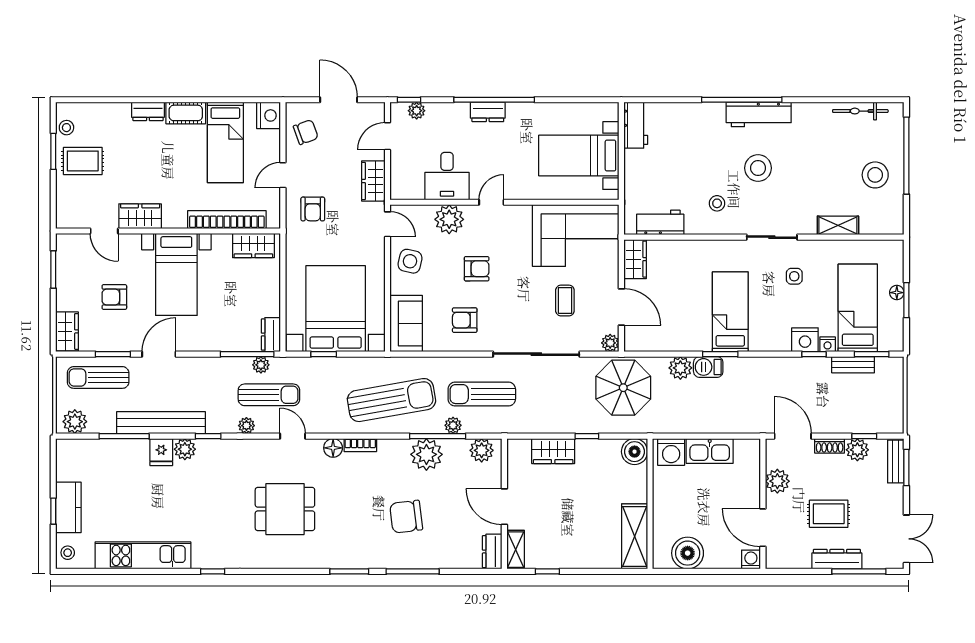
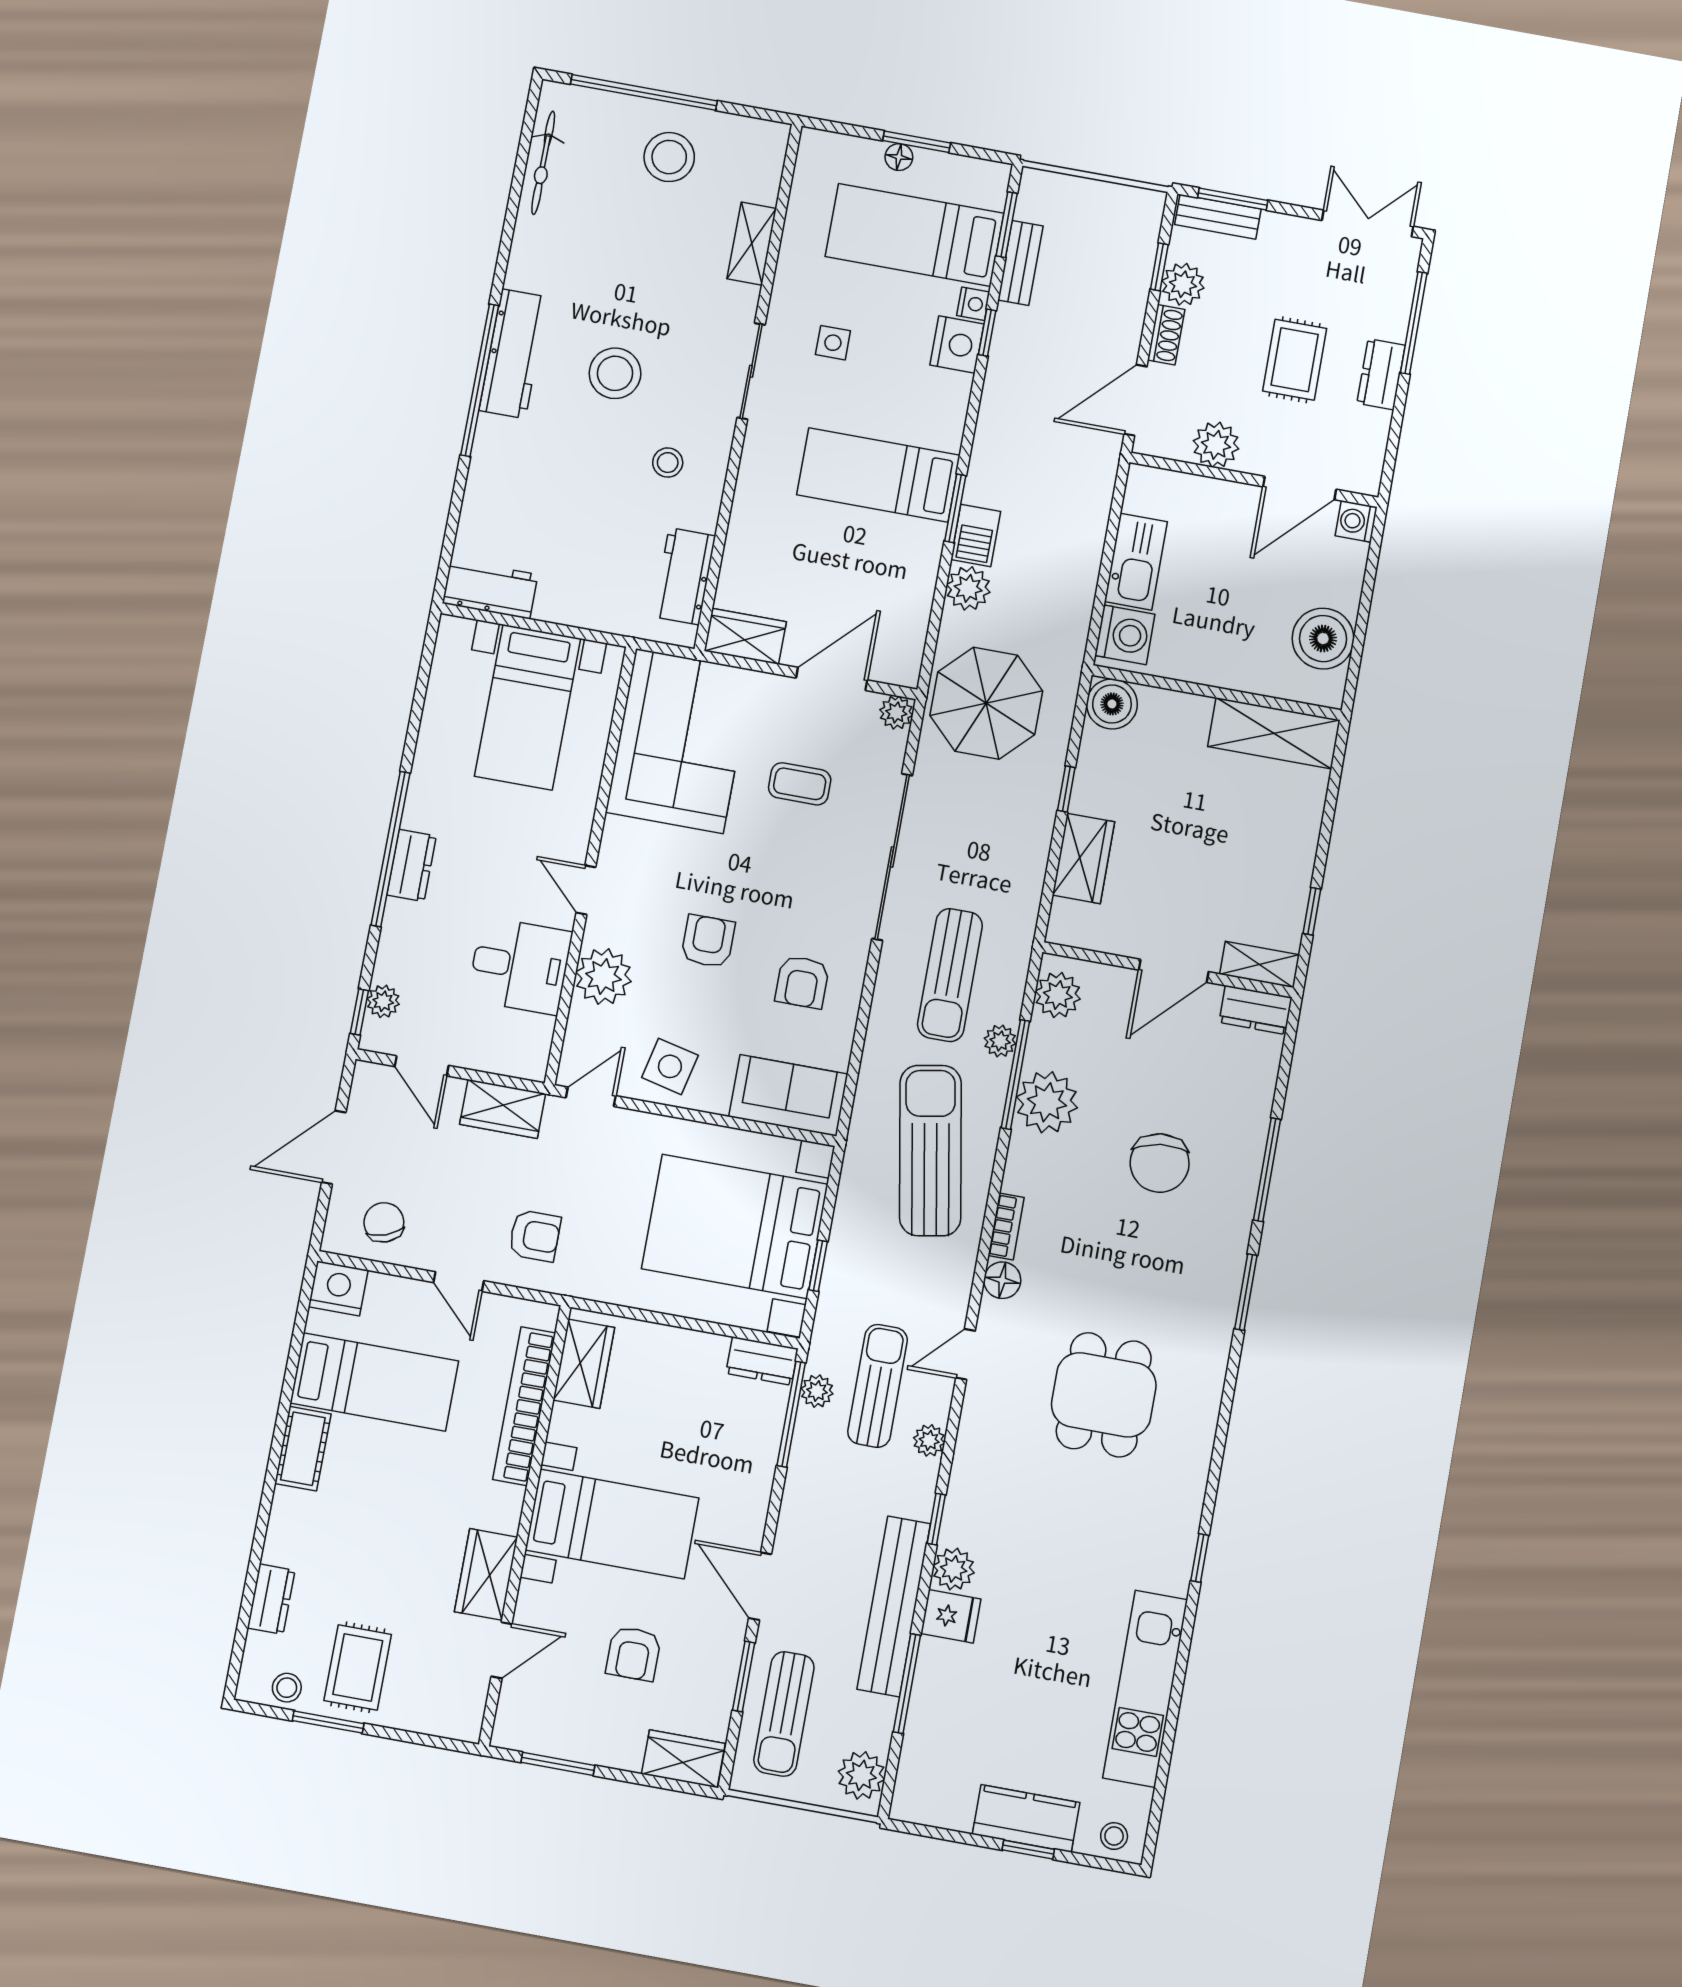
dresser: (148, 111) -> (271, 1599), moved
dresser: (837, 559) -> (1381, 374), width x0.70

